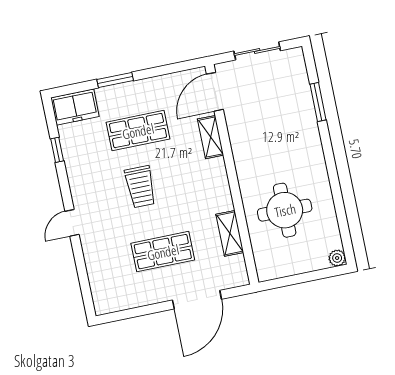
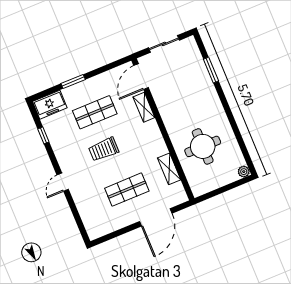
trolley: (140, 187) -> (104, 149), turned 90

